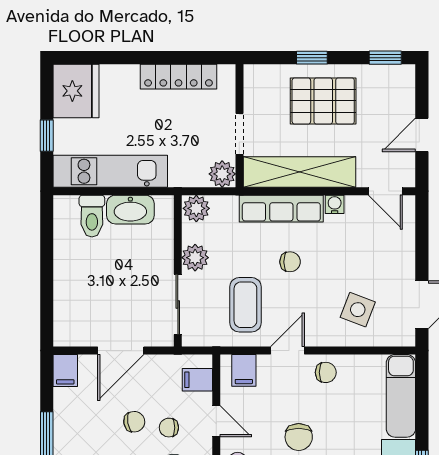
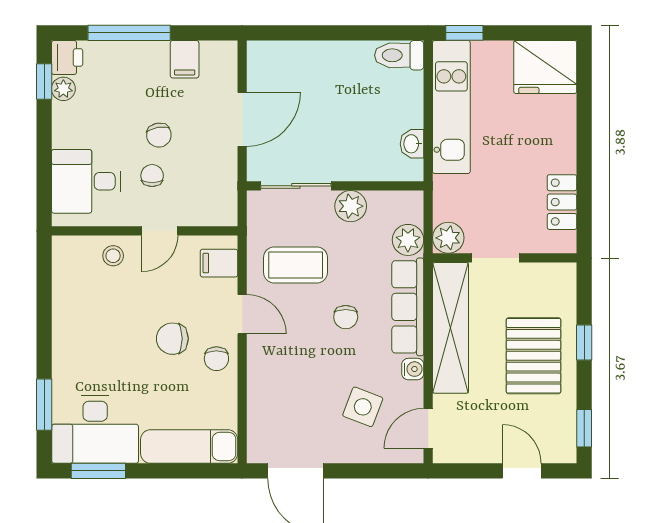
locker: (178, 77) -> (562, 202), width x0.66
door: (422, 135) -> (522, 471), moved
window: (47, 136) -> (464, 33), moved
plant: (196, 208) -> (408, 240), moved
washbasin: (130, 210) -> (412, 144), width x0.52, depth x0.69
toilet: (92, 216) -> (399, 55), moved
side table: (358, 310) -> (363, 407), moved
door: (121, 351) -> (242, 119), swing flipped
filing cabinet: (65, 371) -> (185, 59), moved, turned -90
filing cabinet: (197, 380) -> (208, 209), removed
chair: (299, 437) -> (172, 339), moved

